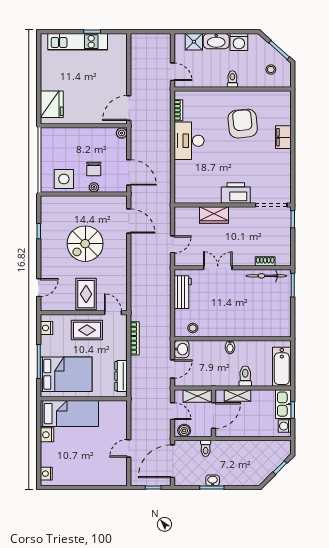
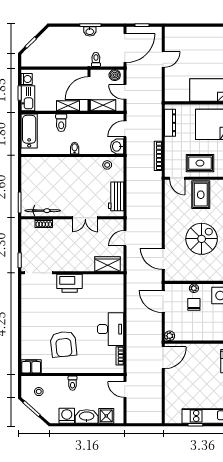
filing cabinet: (283, 137) -> (31, 366), moved, turned -90
wardrobe: (214, 215) -> (107, 264), moved

